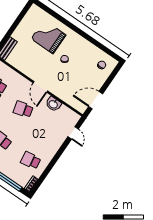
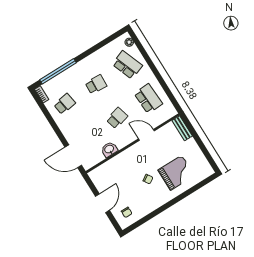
door: (40, 87) -> (146, 135), moved
door: (96, 100) -> (102, 203), moved
door: (73, 133) -> (73, 156), width x1.88

